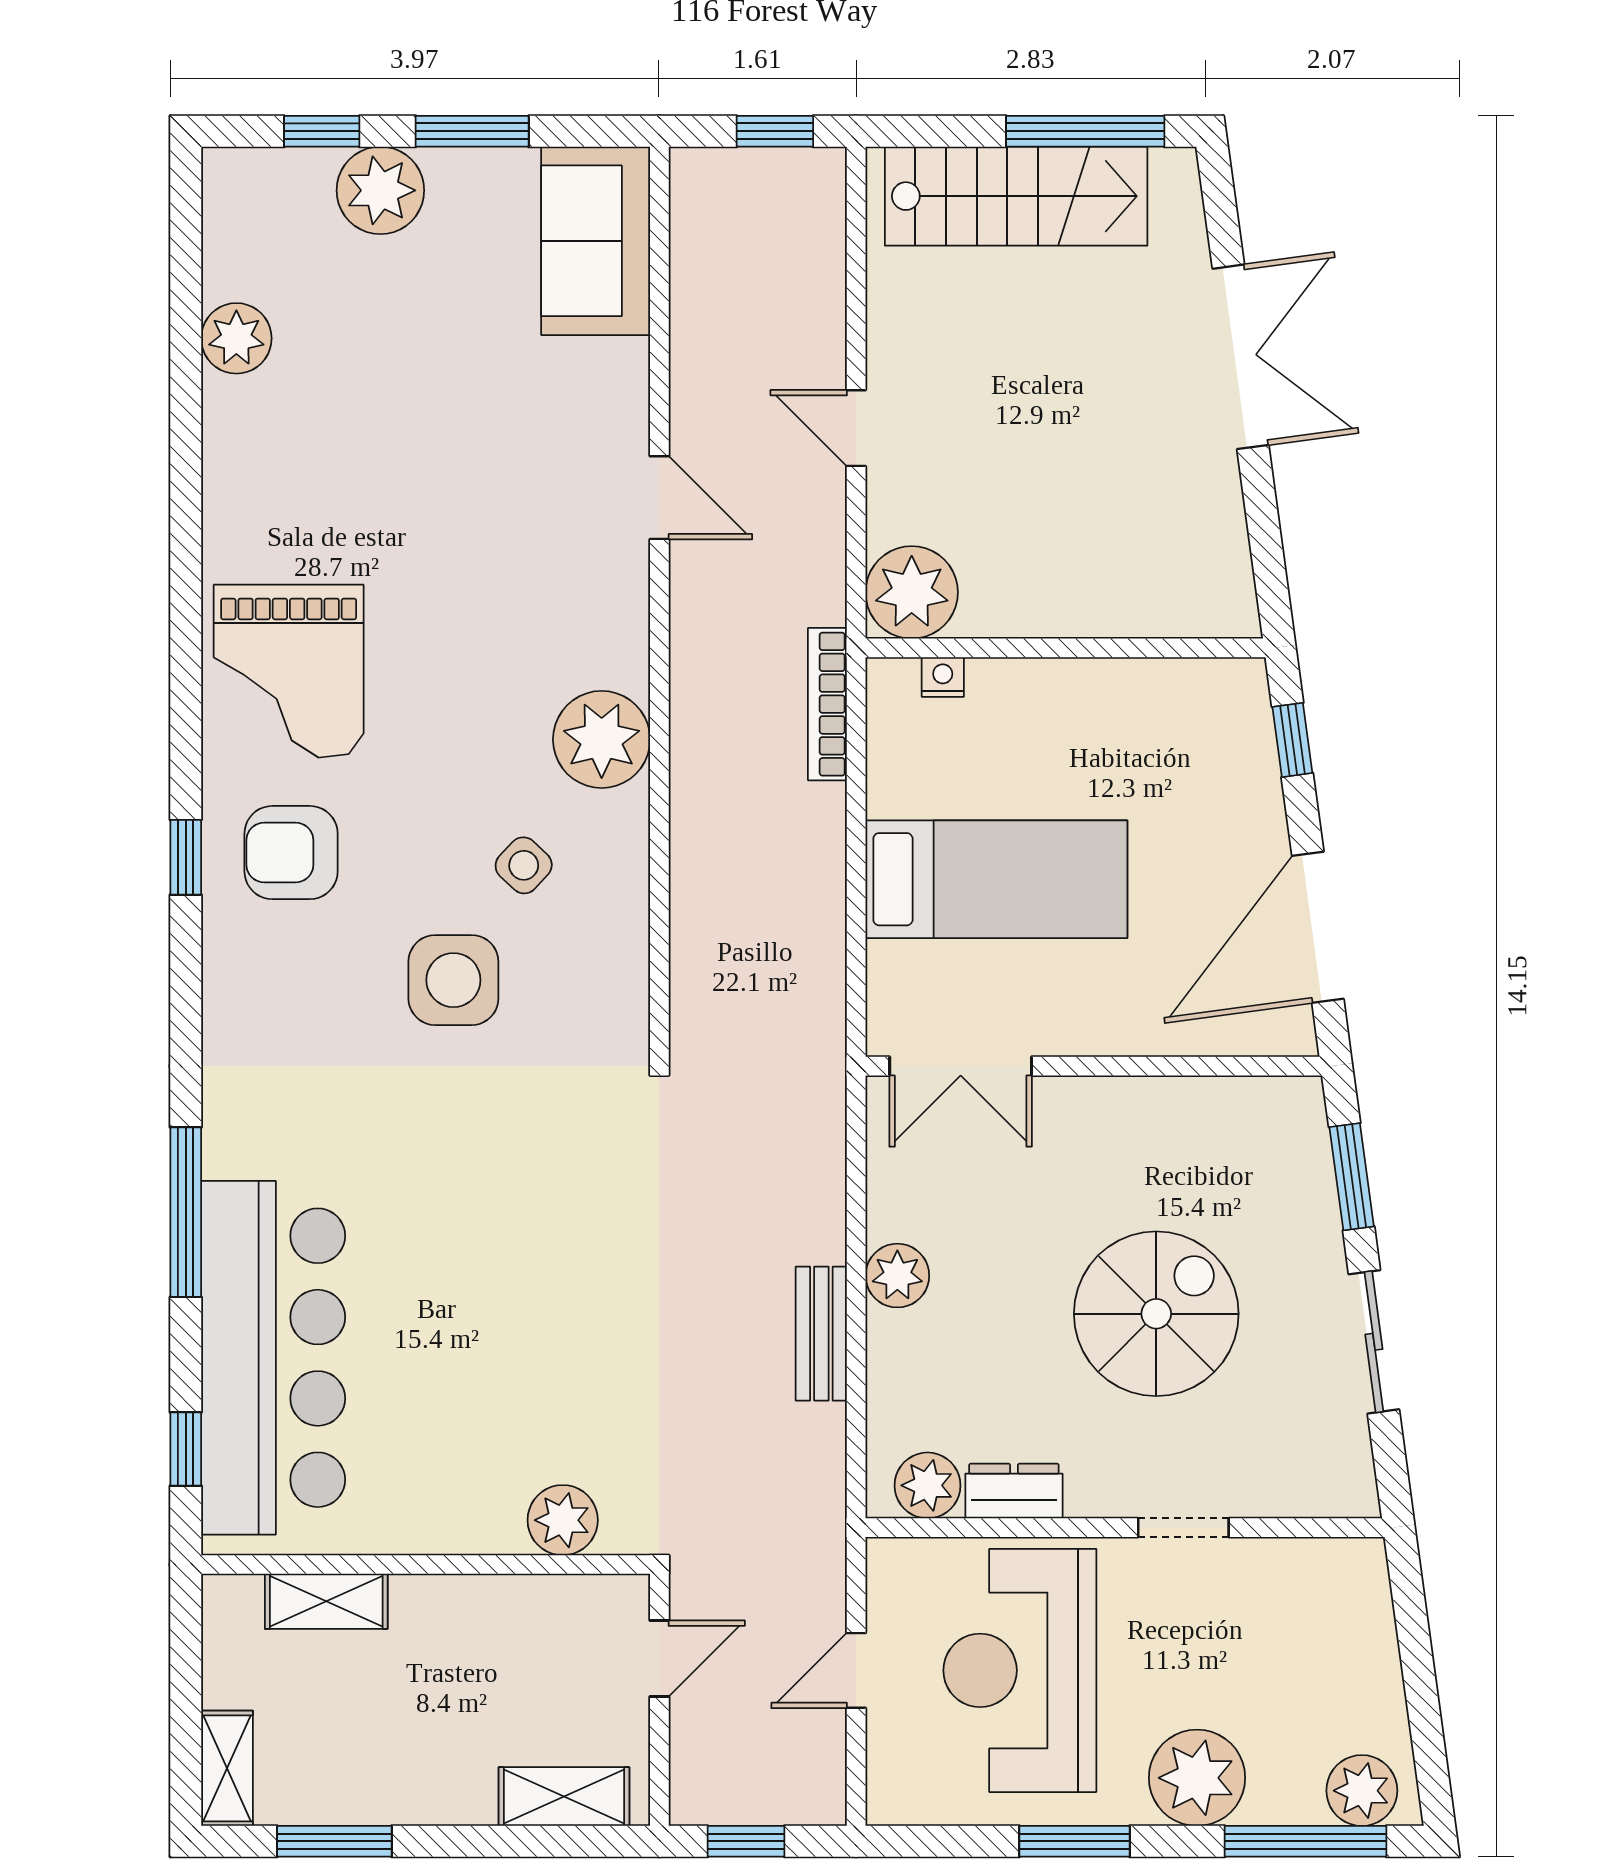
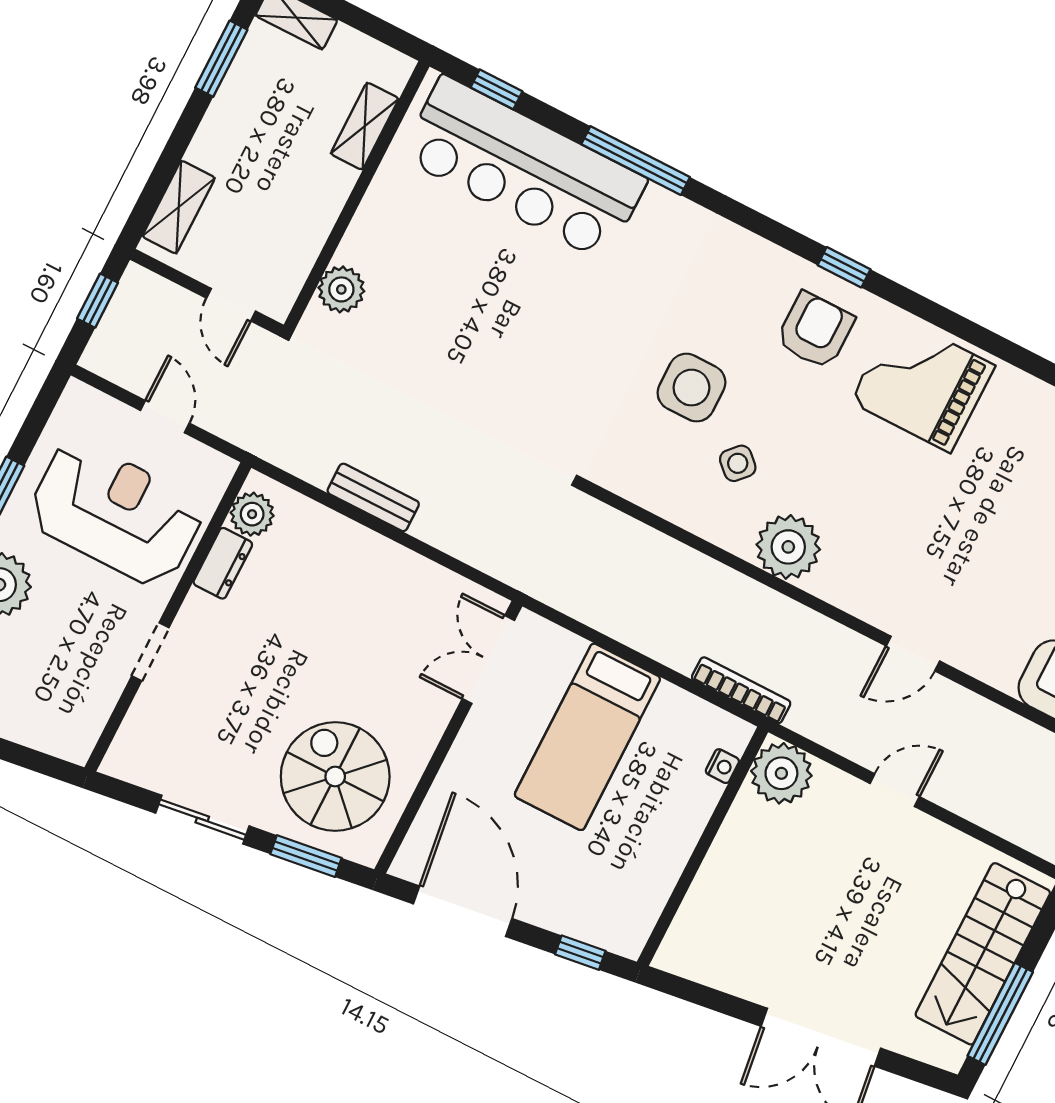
plant: (897, 1276) -> (384, 560), removed
spiral stairs: (1156, 1314) -> (335, 777), moved, turned 180

